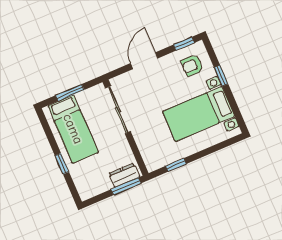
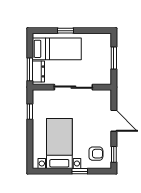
armchair: (192, 65) -> (96, 154), turned 90
sliding door: (118, 110) -> (73, 87), moved
bed: (73, 129) -> (57, 49), moved, turned 180

